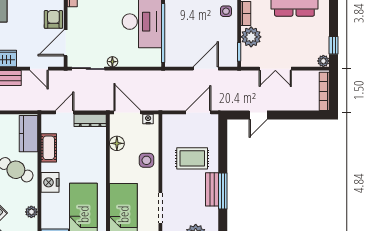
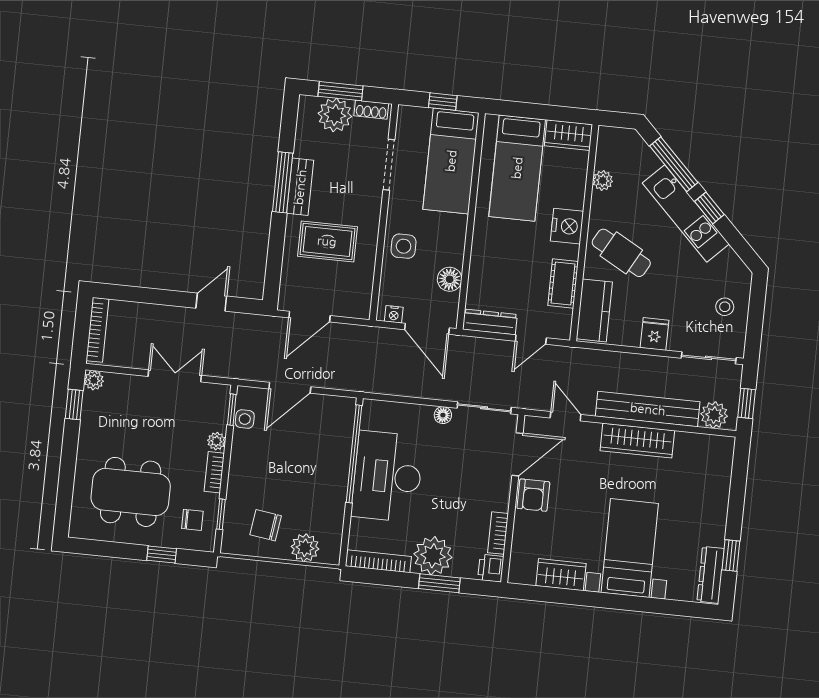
side table: (226, 11) -> (245, 419), moved
plant: (251, 37) -> (216, 441), width x0.53, depth x0.53

